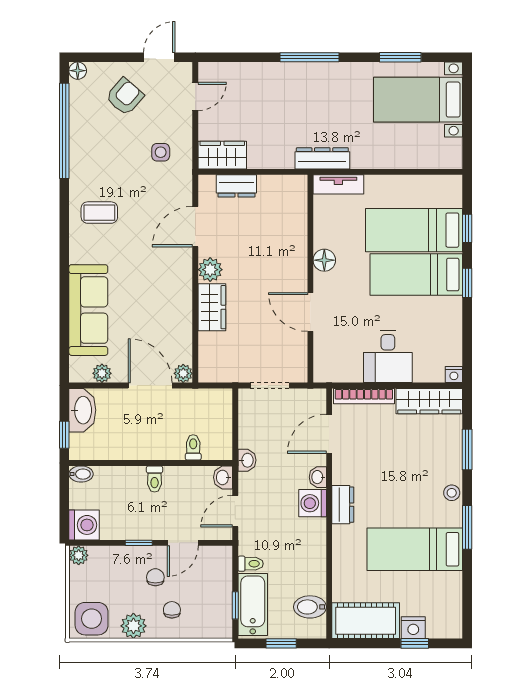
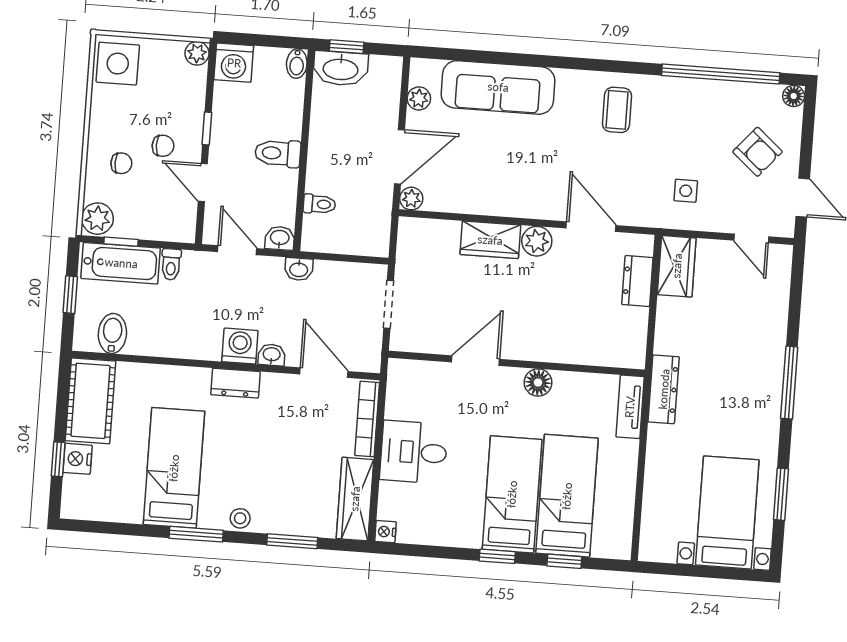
washbasin: (82, 410) -> (341, 68), moved
toilet: (155, 479) -> (278, 153), width x1.37, depth x1.39
plant: (133, 626) -> (97, 219), moved

